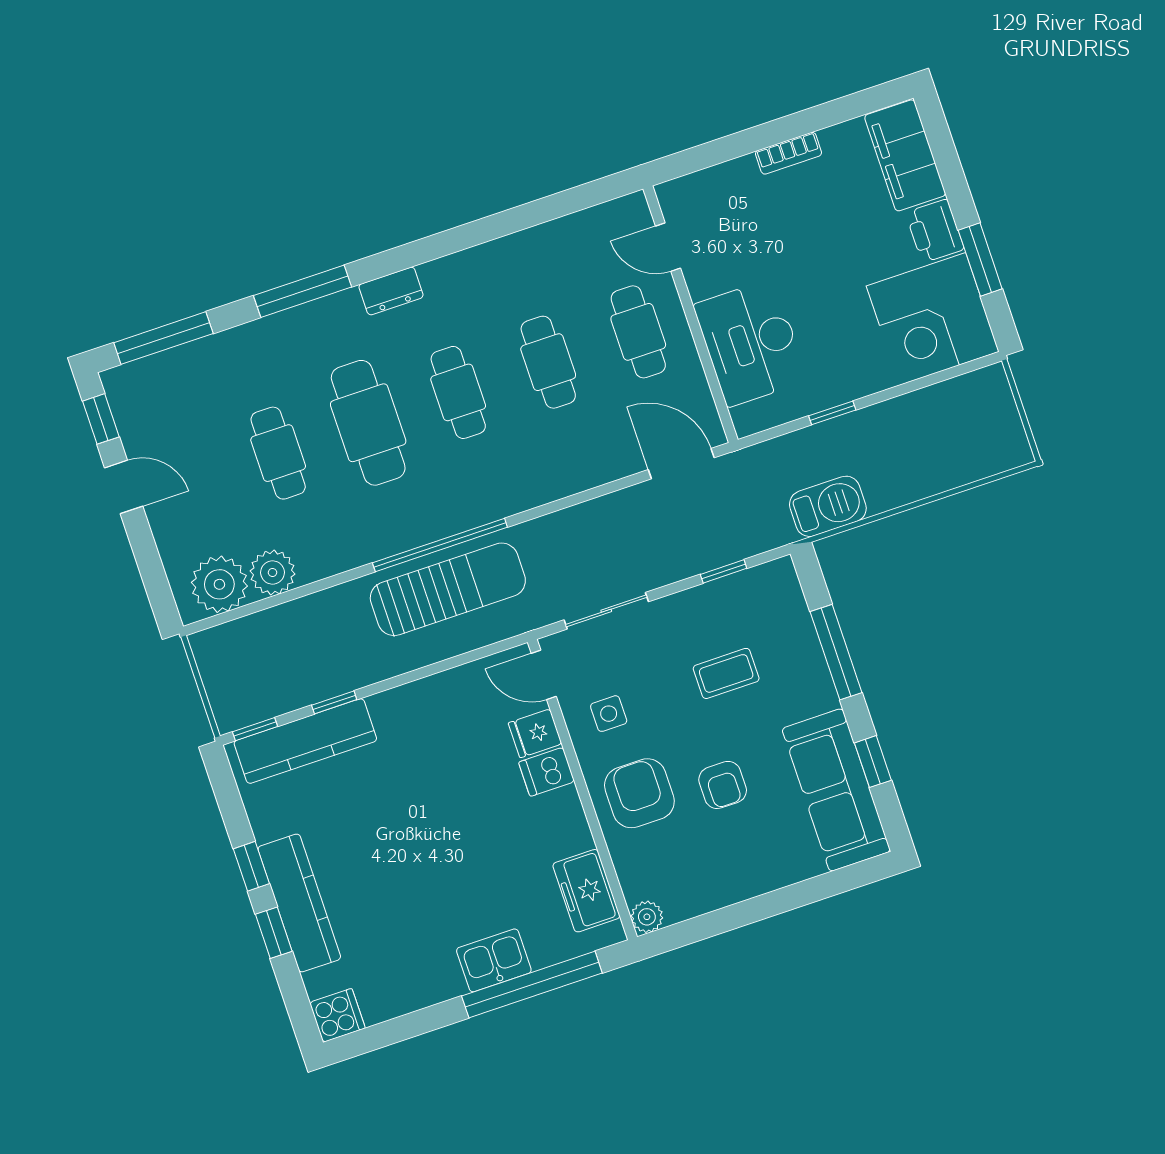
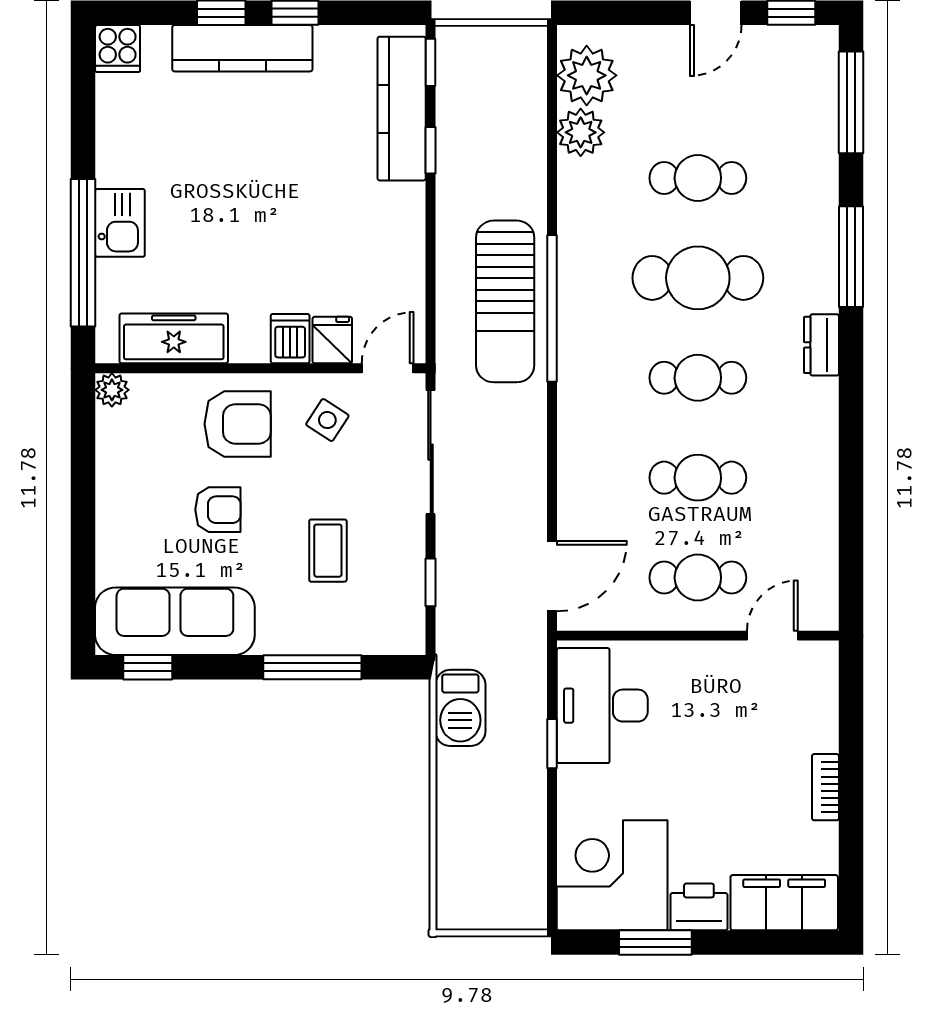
desk: (751, 343) -> (602, 706), moved, turned -90
sliding door: (606, 611) -> (431, 452), width x1.37
side table: (609, 714) -> (327, 420), turned 33
window: (873, 762) -> (148, 667), moved
armchair: (723, 785) -> (218, 510), turned 180
freezer: (586, 891) -> (174, 338), width x1.40

